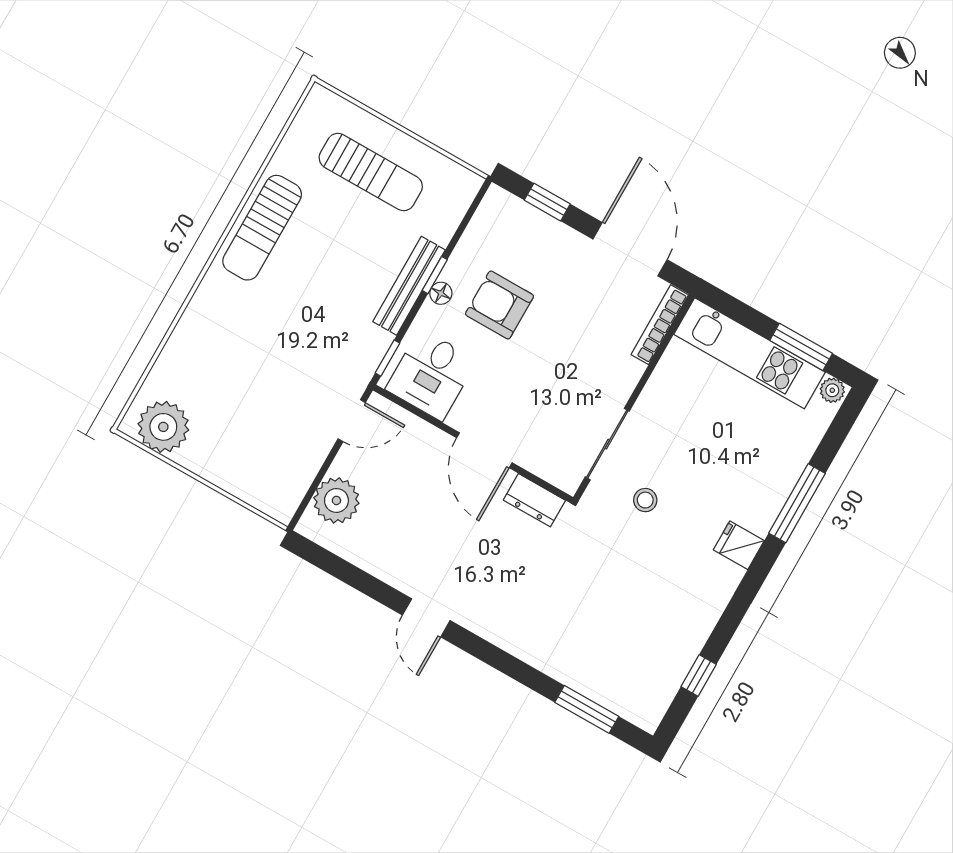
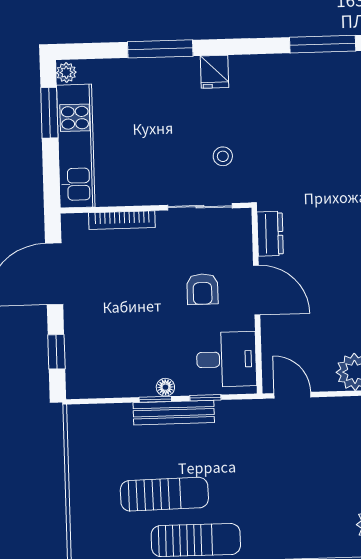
sun lounger: (371, 172) -> (164, 494), moved, turned 89
armchair: (499, 305) -> (202, 289), moved, width x0.72, depth x0.72
bookcase: (660, 325) -> (122, 220), moved
window: (387, 358) -> (205, 398), moved
door: (484, 450) -> (257, 290), hinge flipped
window: (699, 676) -> (323, 44), width x2.17

